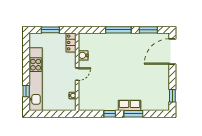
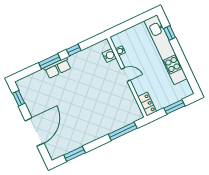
window: (118, 30) -> (123, 131), moved
door: (172, 51) -> (34, 132), moved
water cooler: (83, 55) -> (109, 56), moved
door: (77, 74) -> (126, 75), swing flipped

